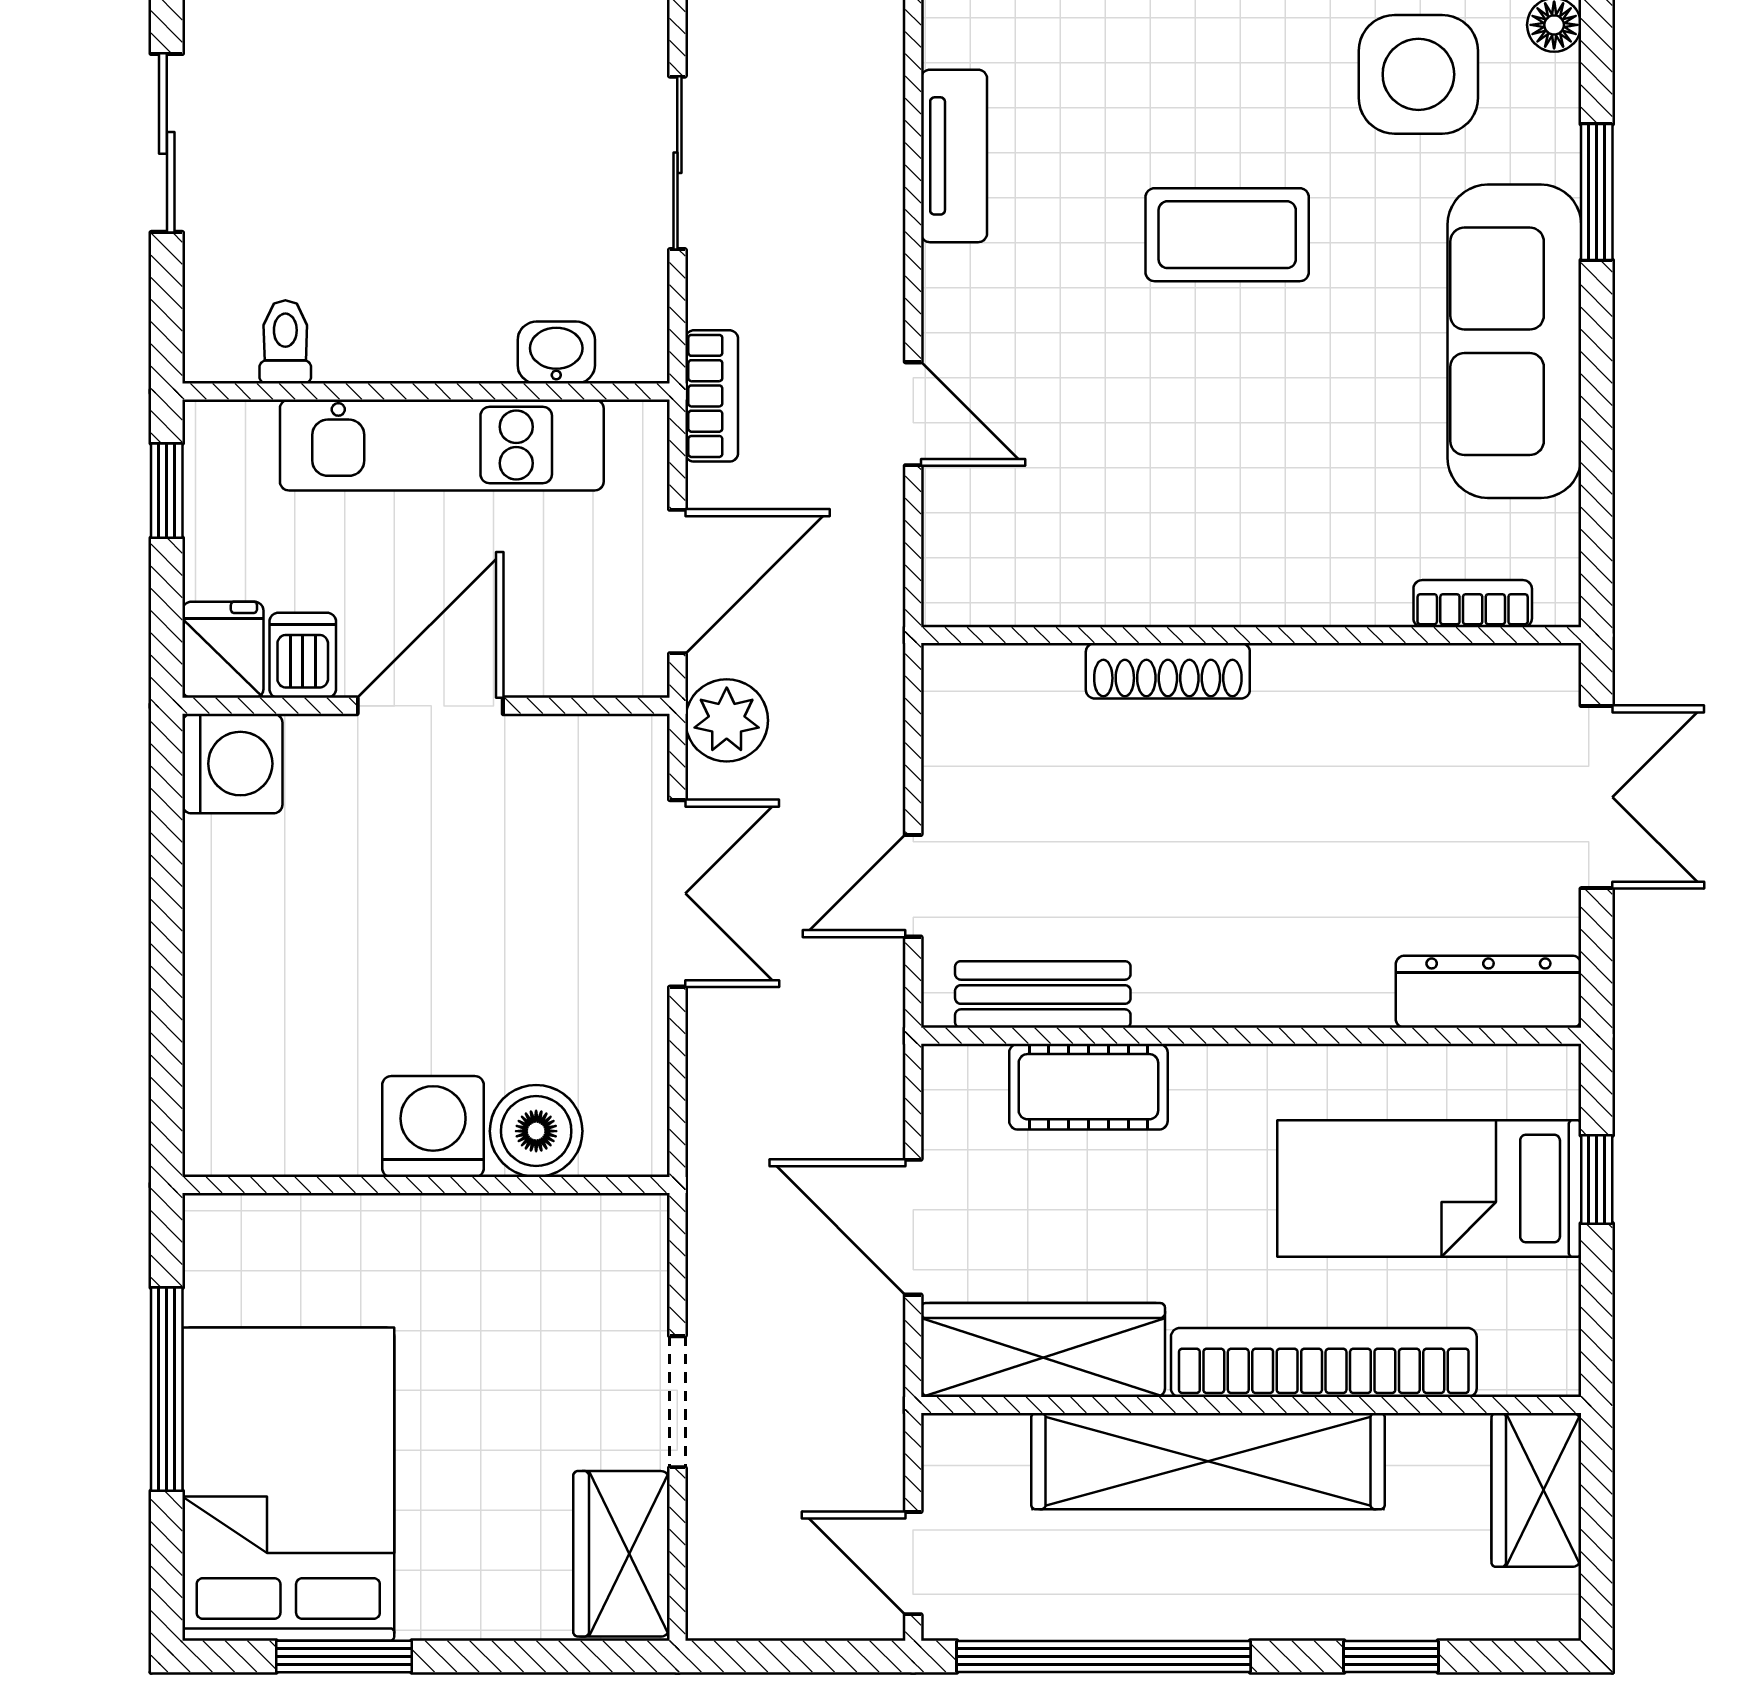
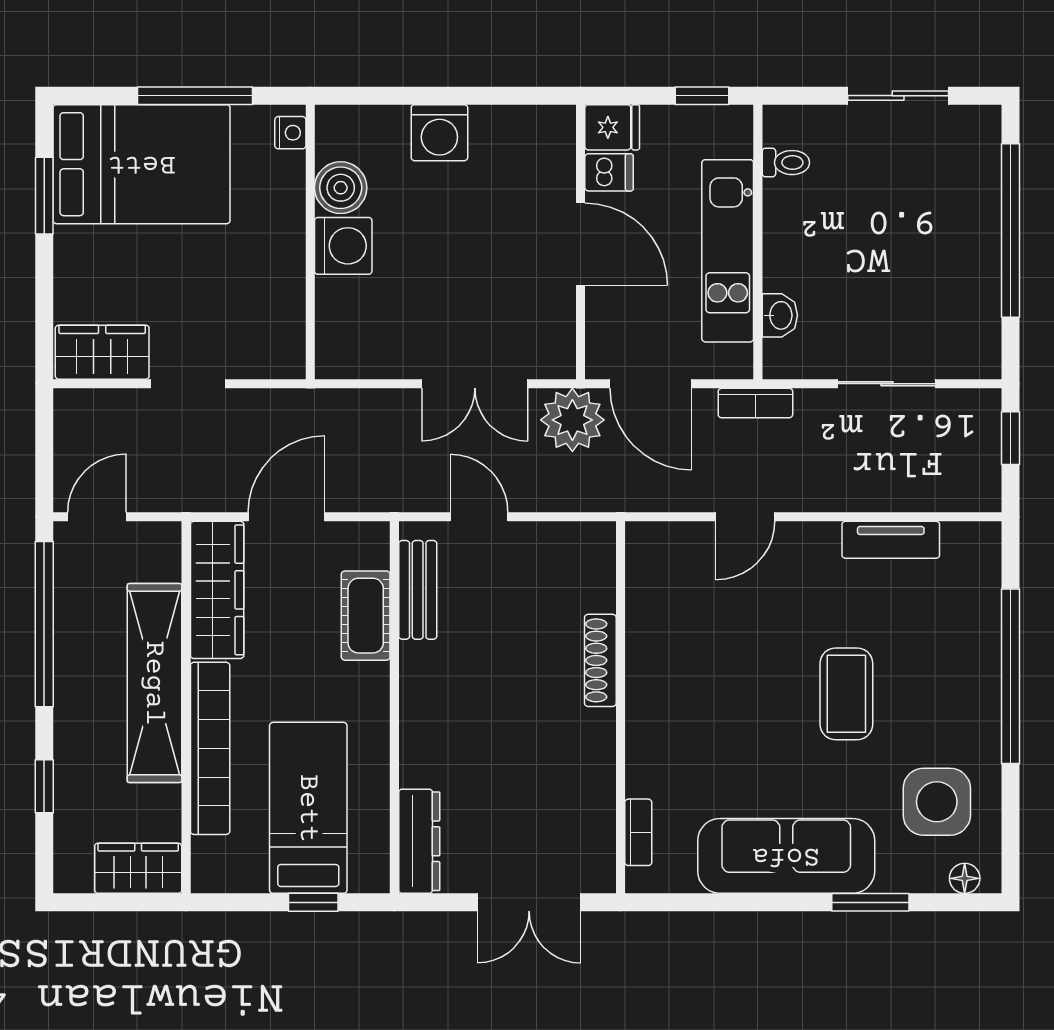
plant: (727, 720) -> (572, 420), width x1.36, depth x1.36
washing machine: (232, 764) -> (439, 133), moved
boiler: (536, 1131) -> (341, 188), moved
nightstand: (232, 1220) -> (290, 133), added

